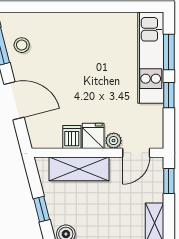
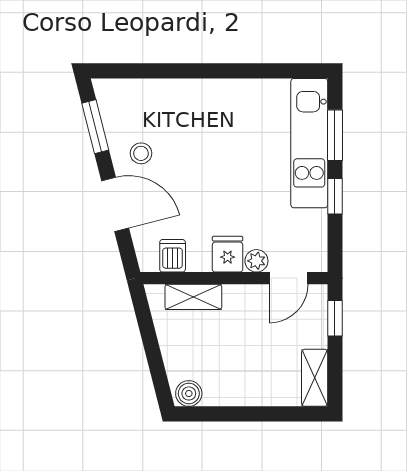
stool: (22, 45) -> (141, 153), moved
dishwasher: (72, 137) -> (173, 256), moved
shelving: (79, 169) -> (193, 297), width x0.67, depth x0.75
window: (42, 209) -> (154, 358), removed

